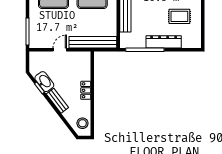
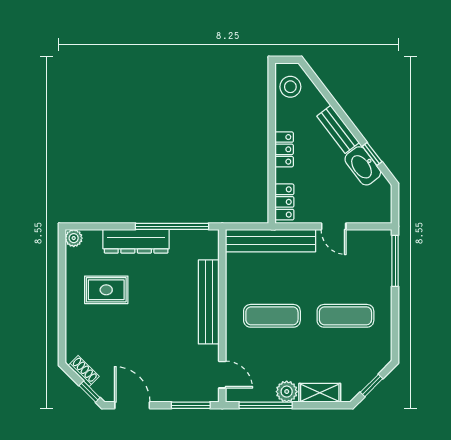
plant: (196, 44) -> (74, 238), added
door: (60, 50) -> (334, 226), hinge flipped
locker: (86, 63) -> (284, 202), added

